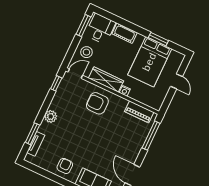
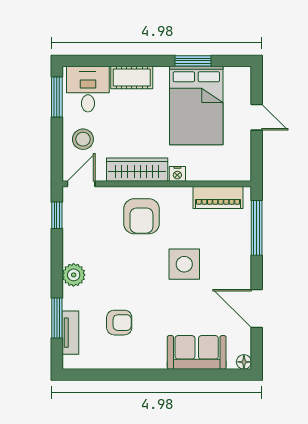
armchair: (97, 103) -> (141, 216), turned -90
side table: (107, 137) -> (184, 264), added
armchair: (65, 166) -> (119, 323), moved, turned 90

